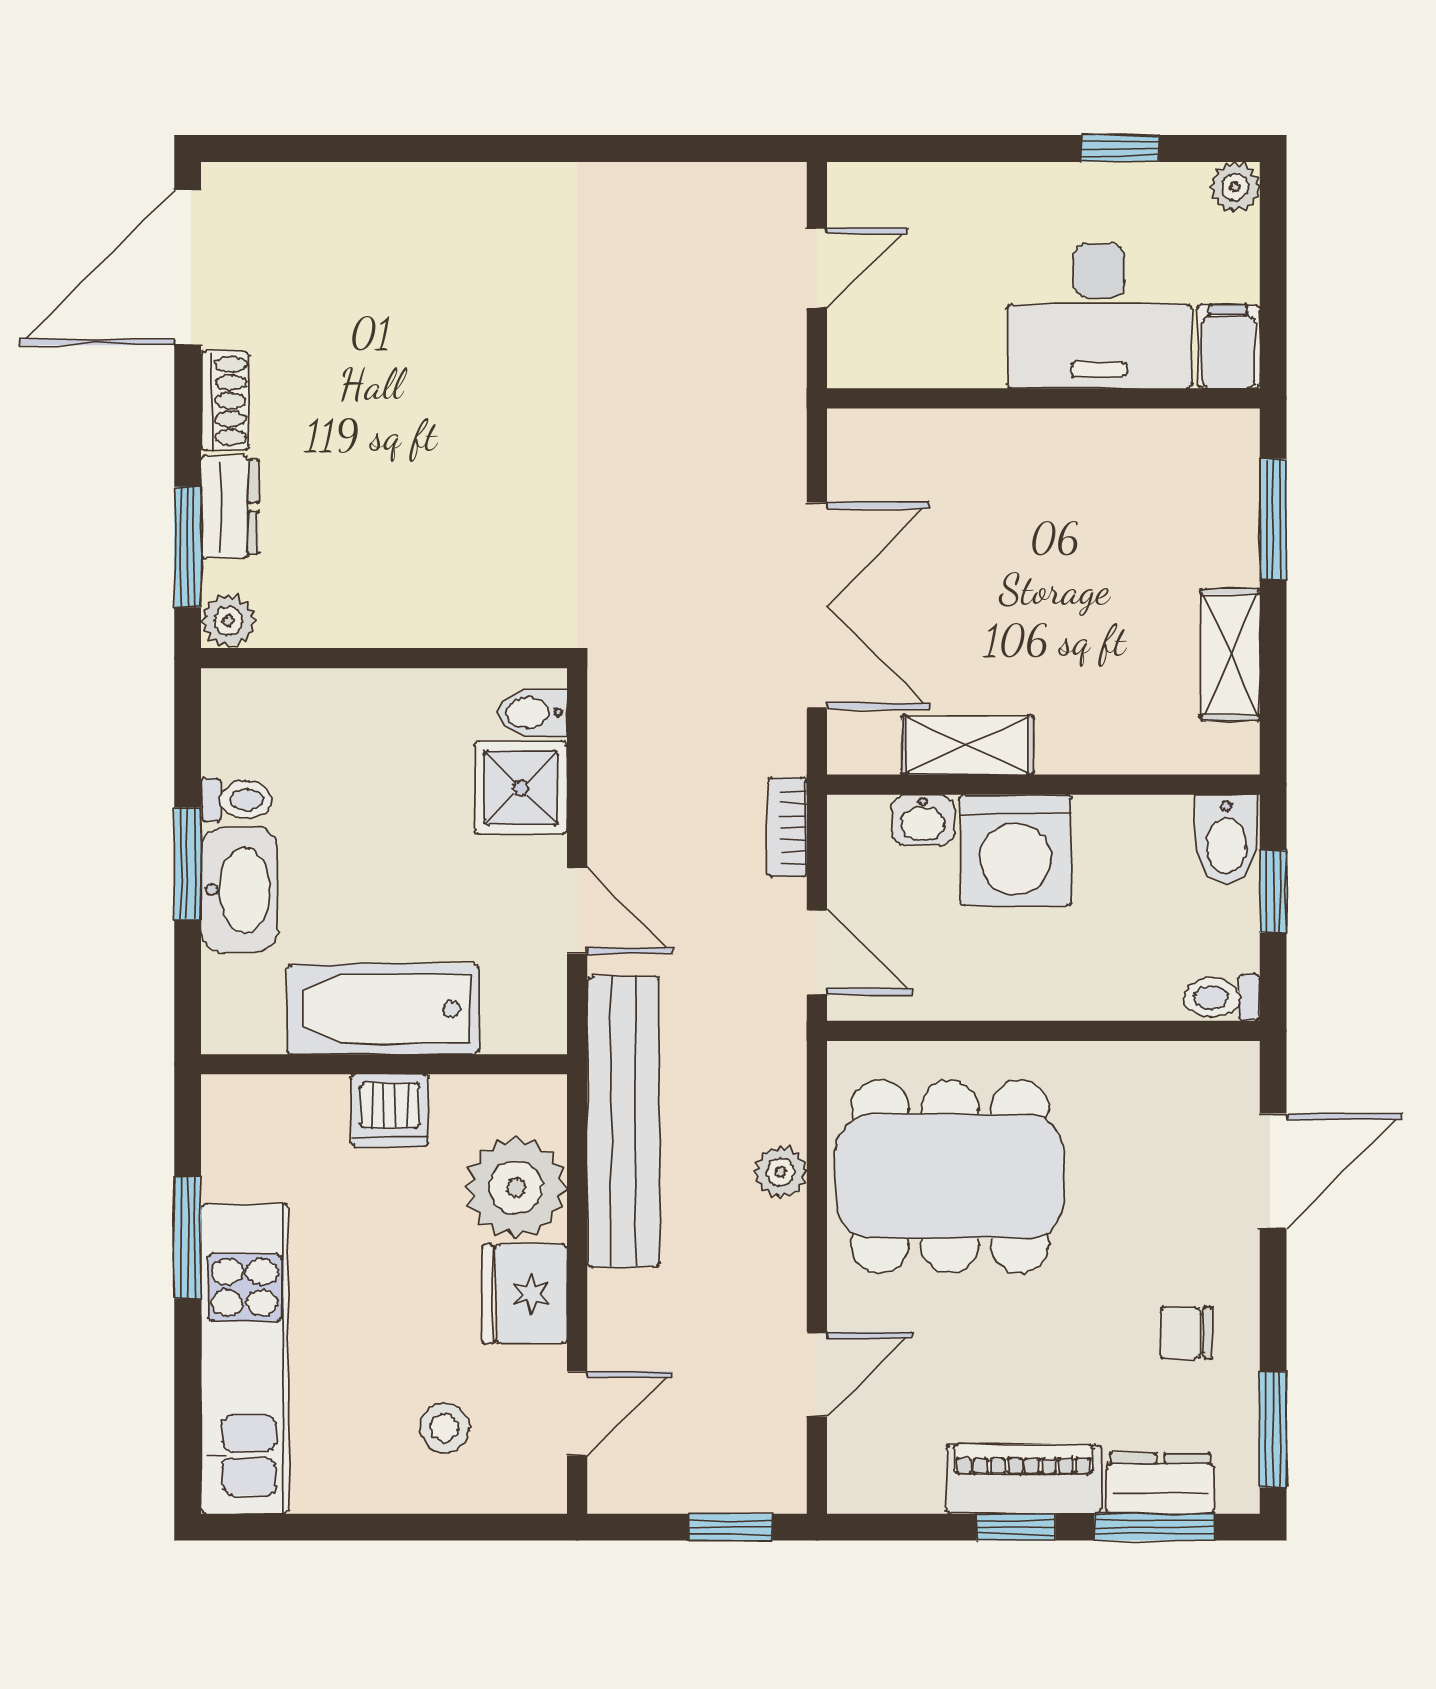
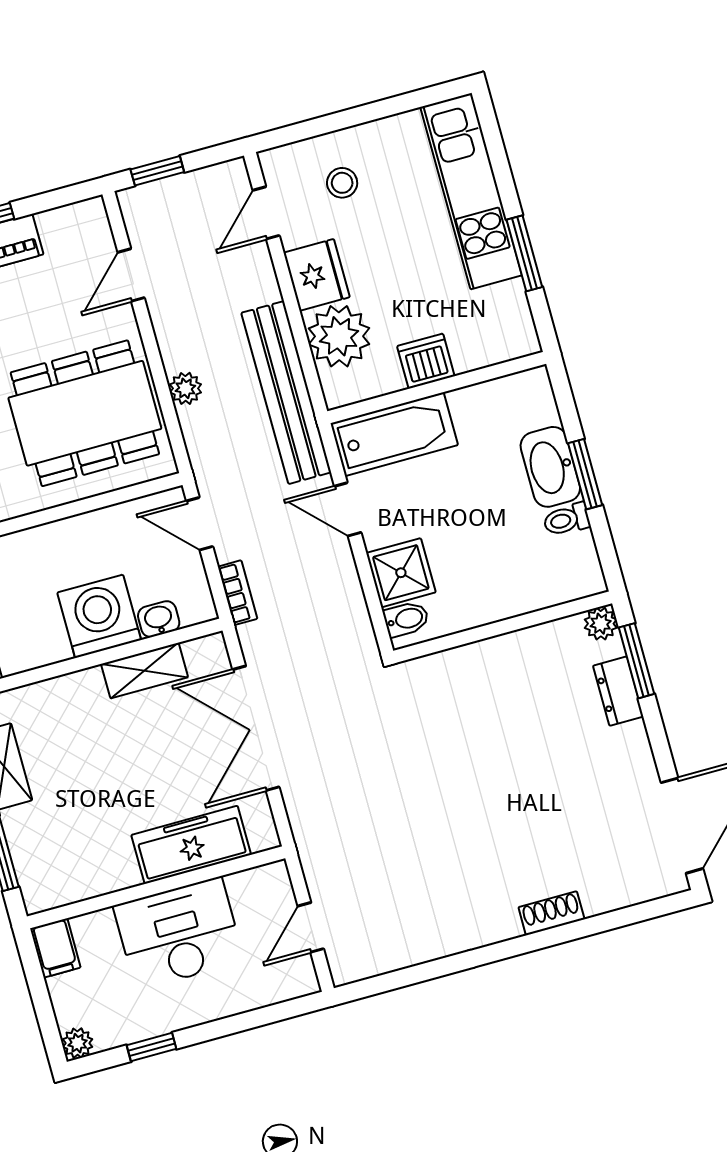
desk: (1099, 316) -> (179, 934), moved
shoe rack: (225, 401) -> (551, 913), moved, turned 90
freezer: (970, 450) -> (191, 845), added
bathtub: (383, 1009) -> (394, 434), moved

